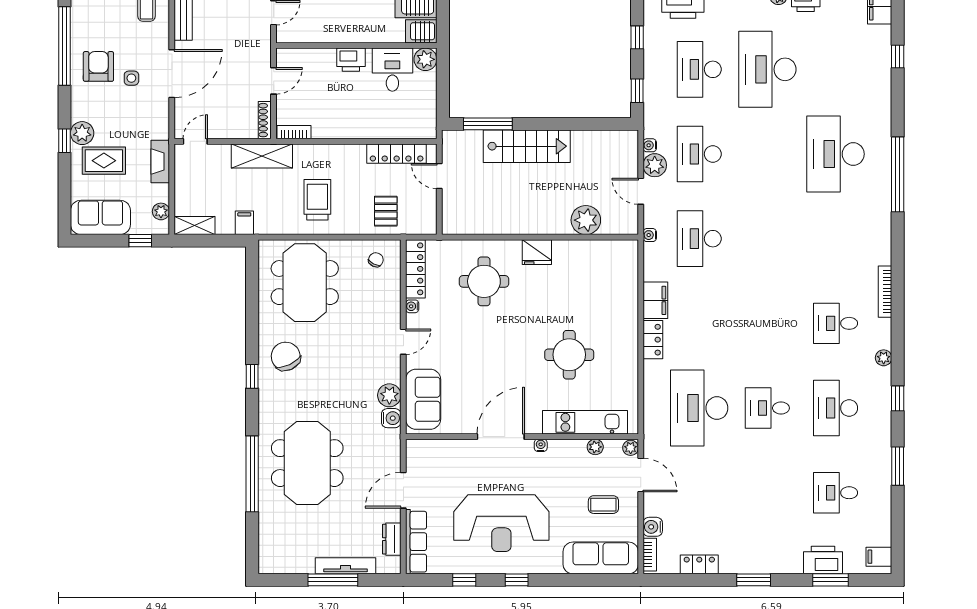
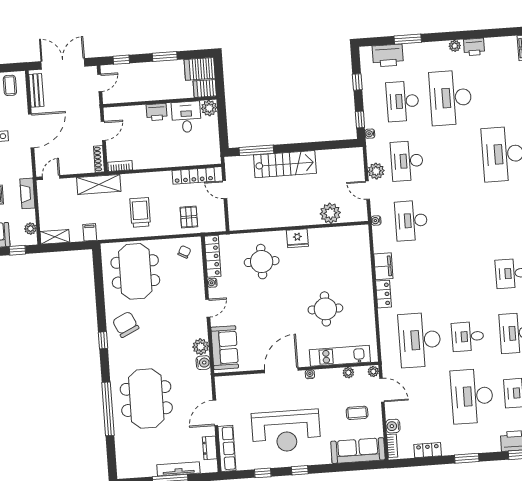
water cooler: (650, 145) -> (370, 134), moved
desk: (767, 493) -> (472, 396), added

